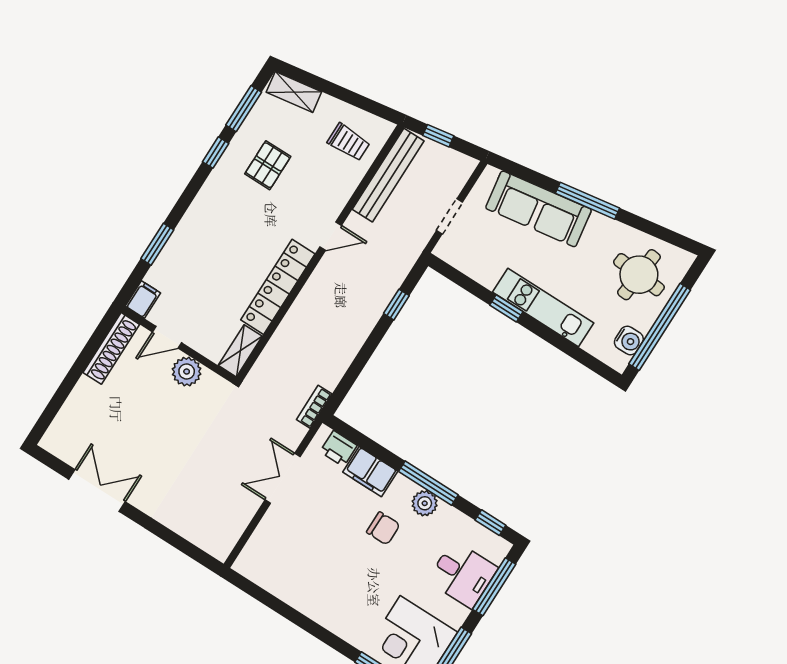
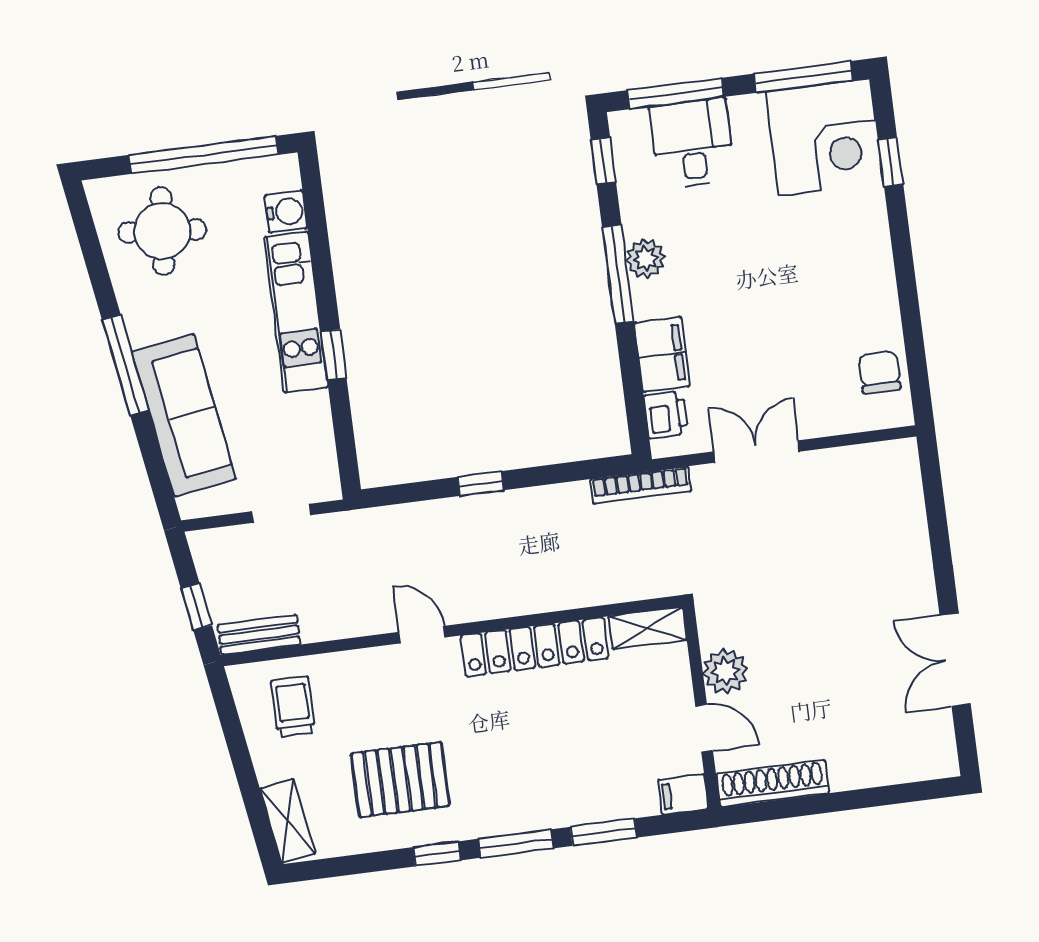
window: (244, 109) -> (516, 844), moved
pallet: (268, 165) -> (400, 780), width x1.50, depth x1.42
bench: (388, 175) -> (259, 635), width x0.54, depth x0.82
window: (396, 305) -> (481, 483), moved
water cooler: (629, 340) -> (286, 212), moved, turned 90
bookcase: (314, 407) -> (641, 485), width x1.56
double door: (283, 478) -> (757, 452), swing flipped
chair: (383, 528) -> (880, 372), moved

